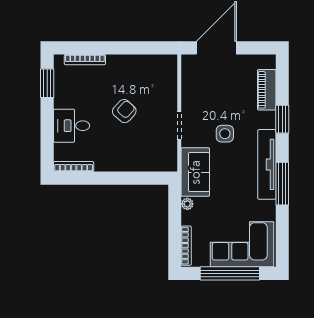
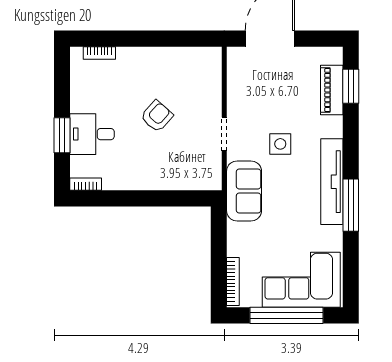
bookcase: (85, 60) -> (99, 53), width x0.64
window: (47, 83) -> (62, 135), moved
window: (282, 119) -> (351, 86), moved
bookcase: (74, 166) -> (86, 184), width x0.64
plant: (187, 204) -> (234, 230), removed

